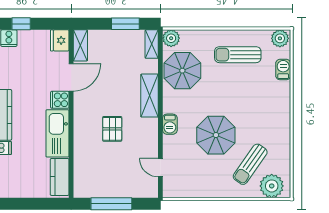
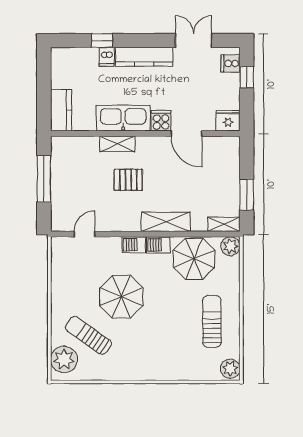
shelving: (80, 45) -> (117, 144), moved
barbecue: (283, 70) -> (158, 245), moved, turned 180
kitchen counter: (60, 177) -> (61, 110), moved, turned 90

